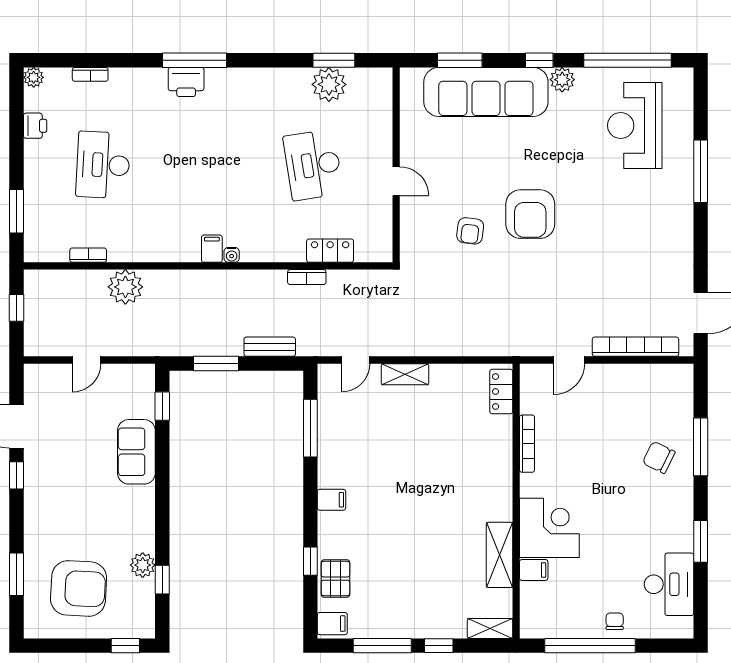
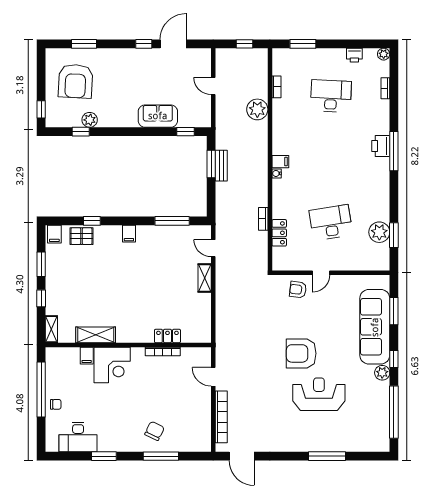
reception desk: (635, 125) -> (319, 394), moved
armchair: (470, 231) -> (298, 290), moved
bench: (270, 347) -> (221, 166), moved
locker: (501, 392) -> (167, 336), moved
window: (382, 646) -> (41, 264), width x0.69

